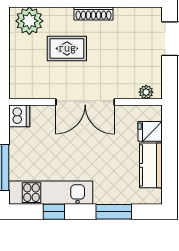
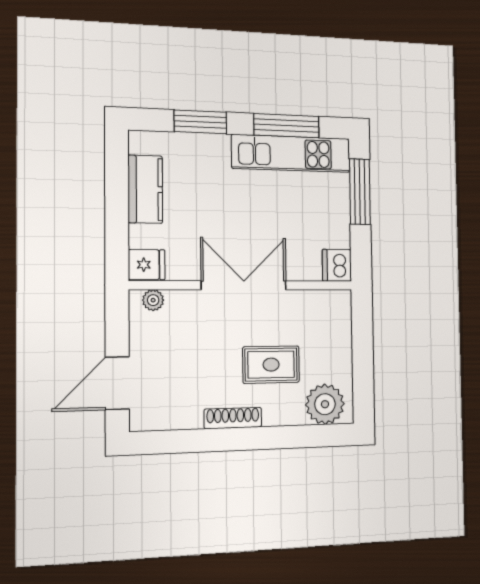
fridge: (150, 131) -> (147, 265), moved
window: (54, 212) -> (287, 126), width x2.17

